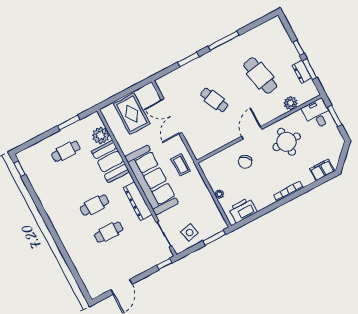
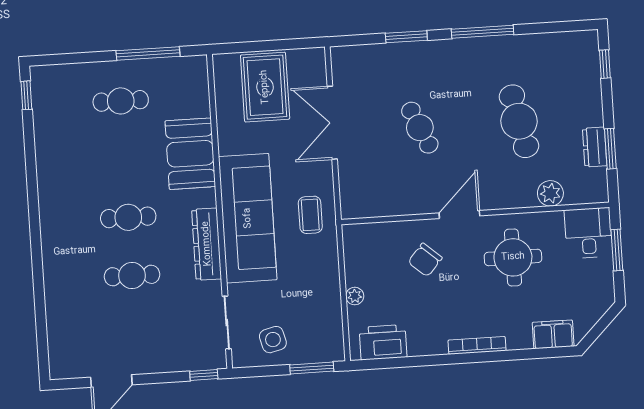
window: (298, 48) -> (605, 64), moved
window: (69, 123) -> (148, 53), width x1.44
plant: (101, 135) -> (194, 101), removed

